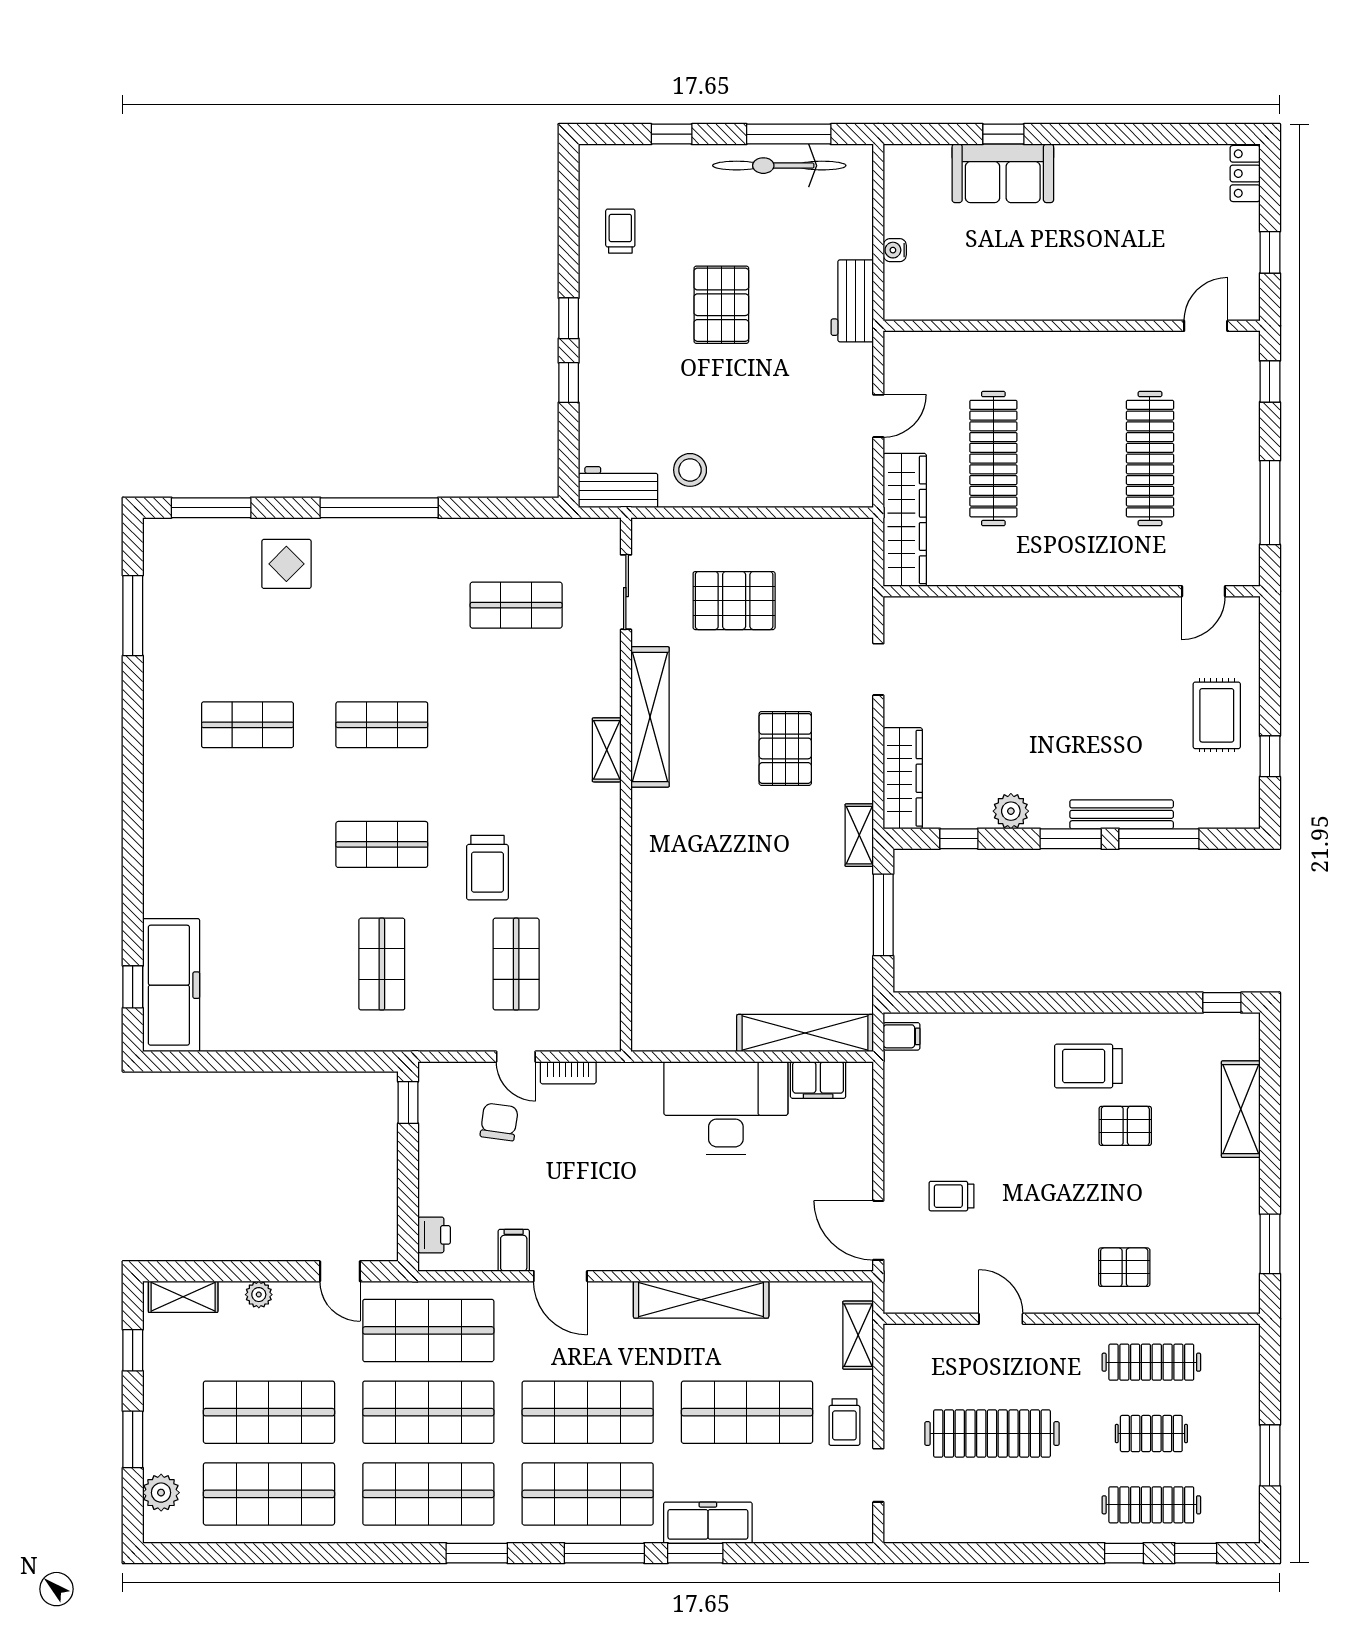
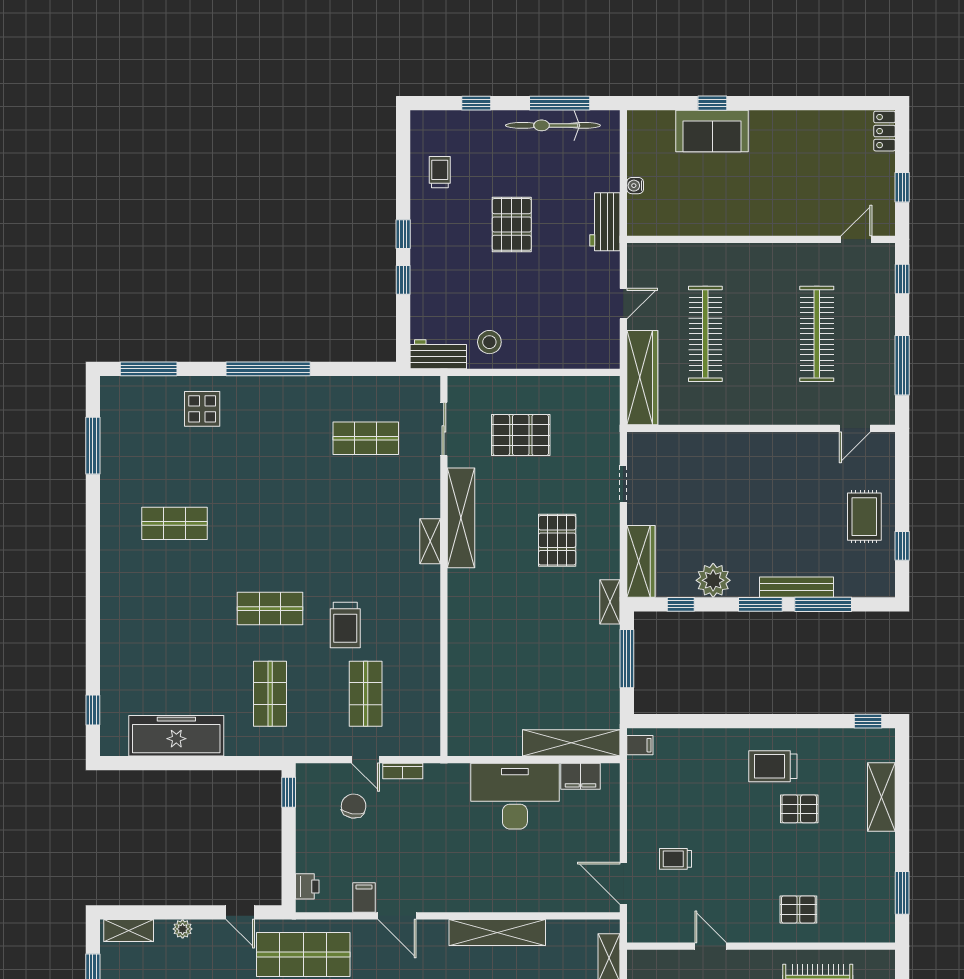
shop shelf: (382, 725) -> (270, 523), removed
plant: (1011, 811) -> (713, 580), width x1.36, depth x1.36
freezer: (171, 985) -> (176, 736), moved, turned -90

